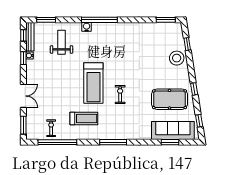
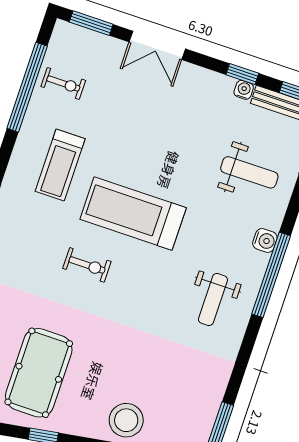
weight bench: (117, 40) -> (213, 299), added

